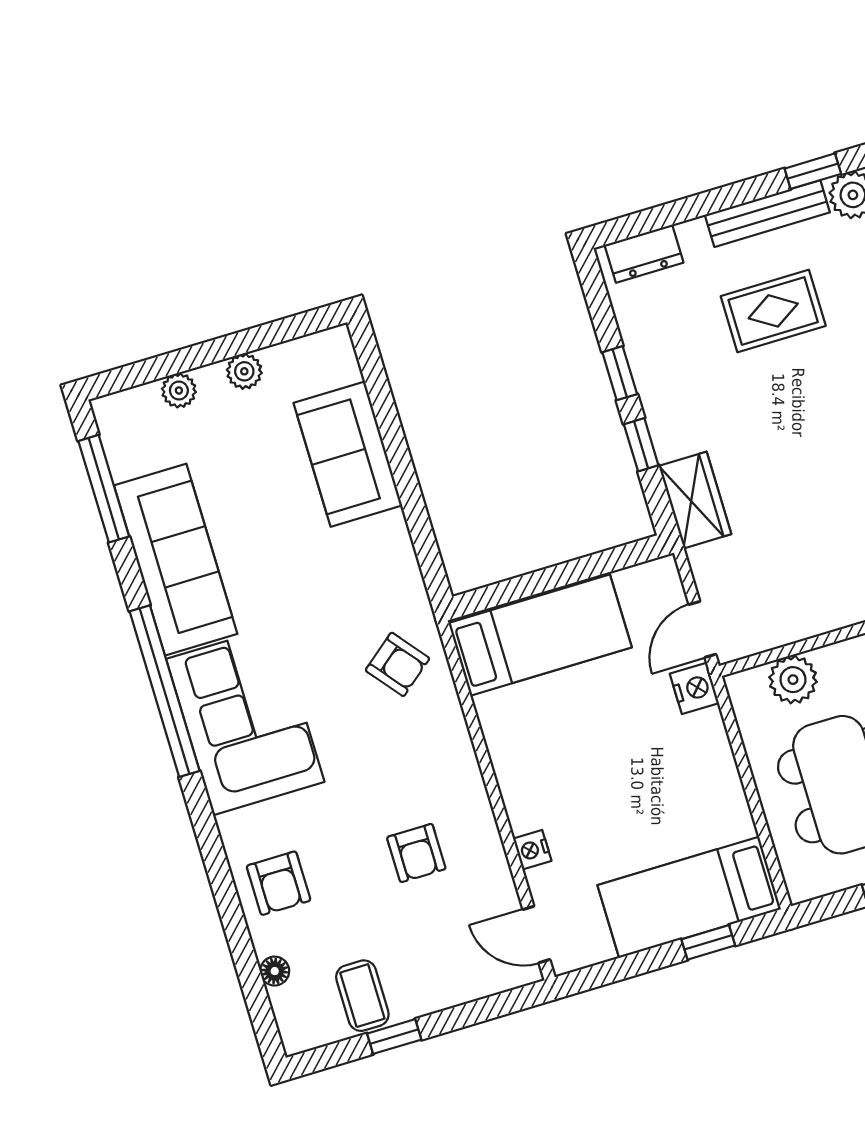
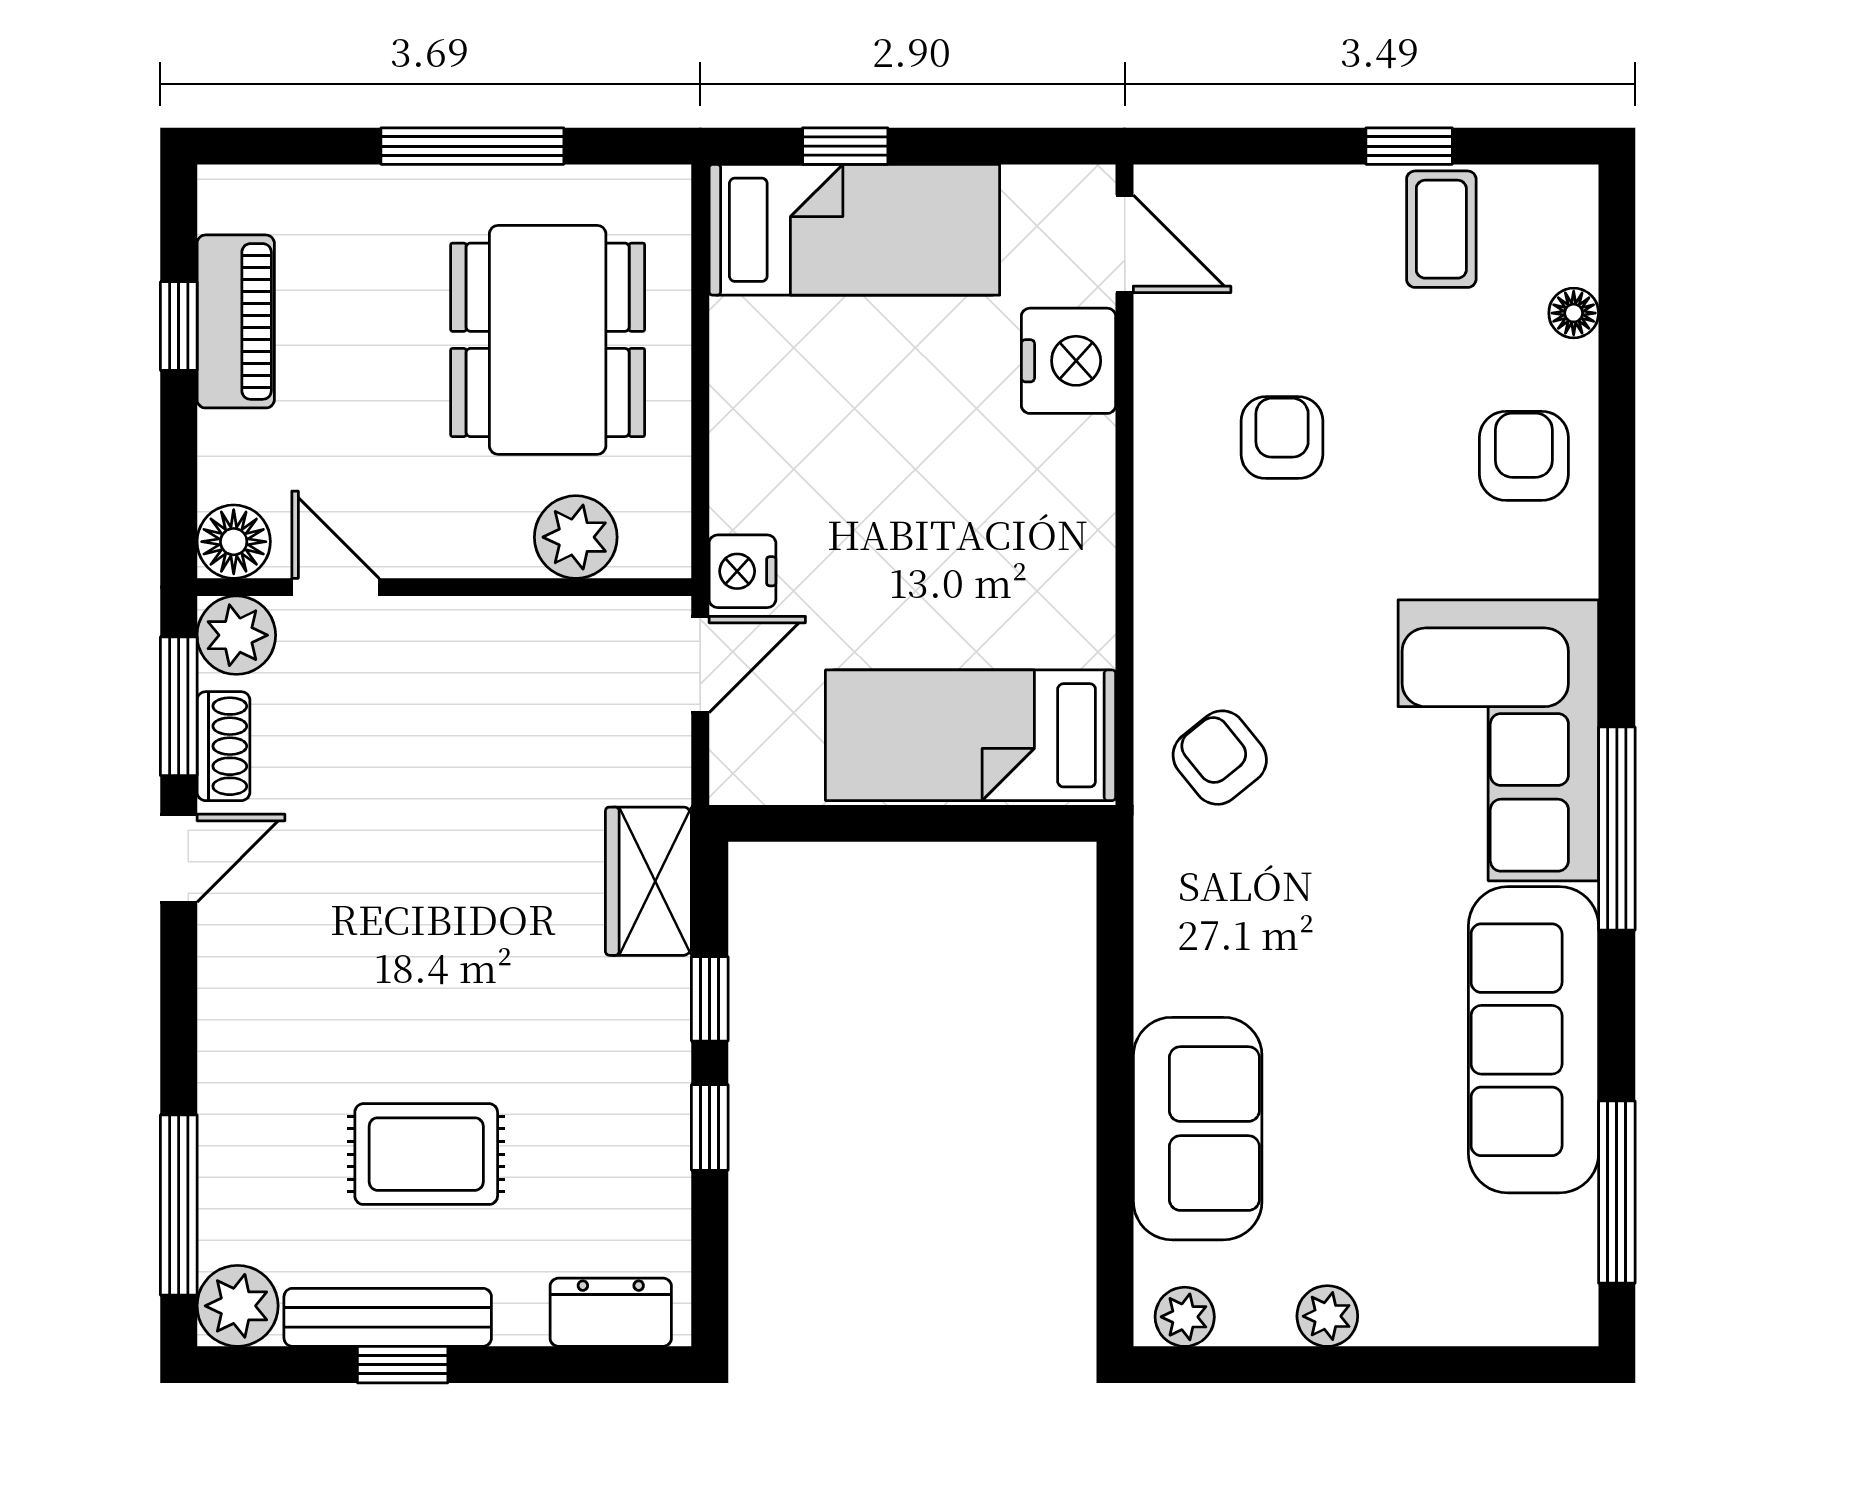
window: (813, 171) -> (403, 1365), moved
plant: (179, 390) -> (1185, 1317), moved
window: (165, 691) -> (1617, 829), width x0.68
nightstand: (532, 850) -> (1069, 361), width x1.89, depth x1.79

